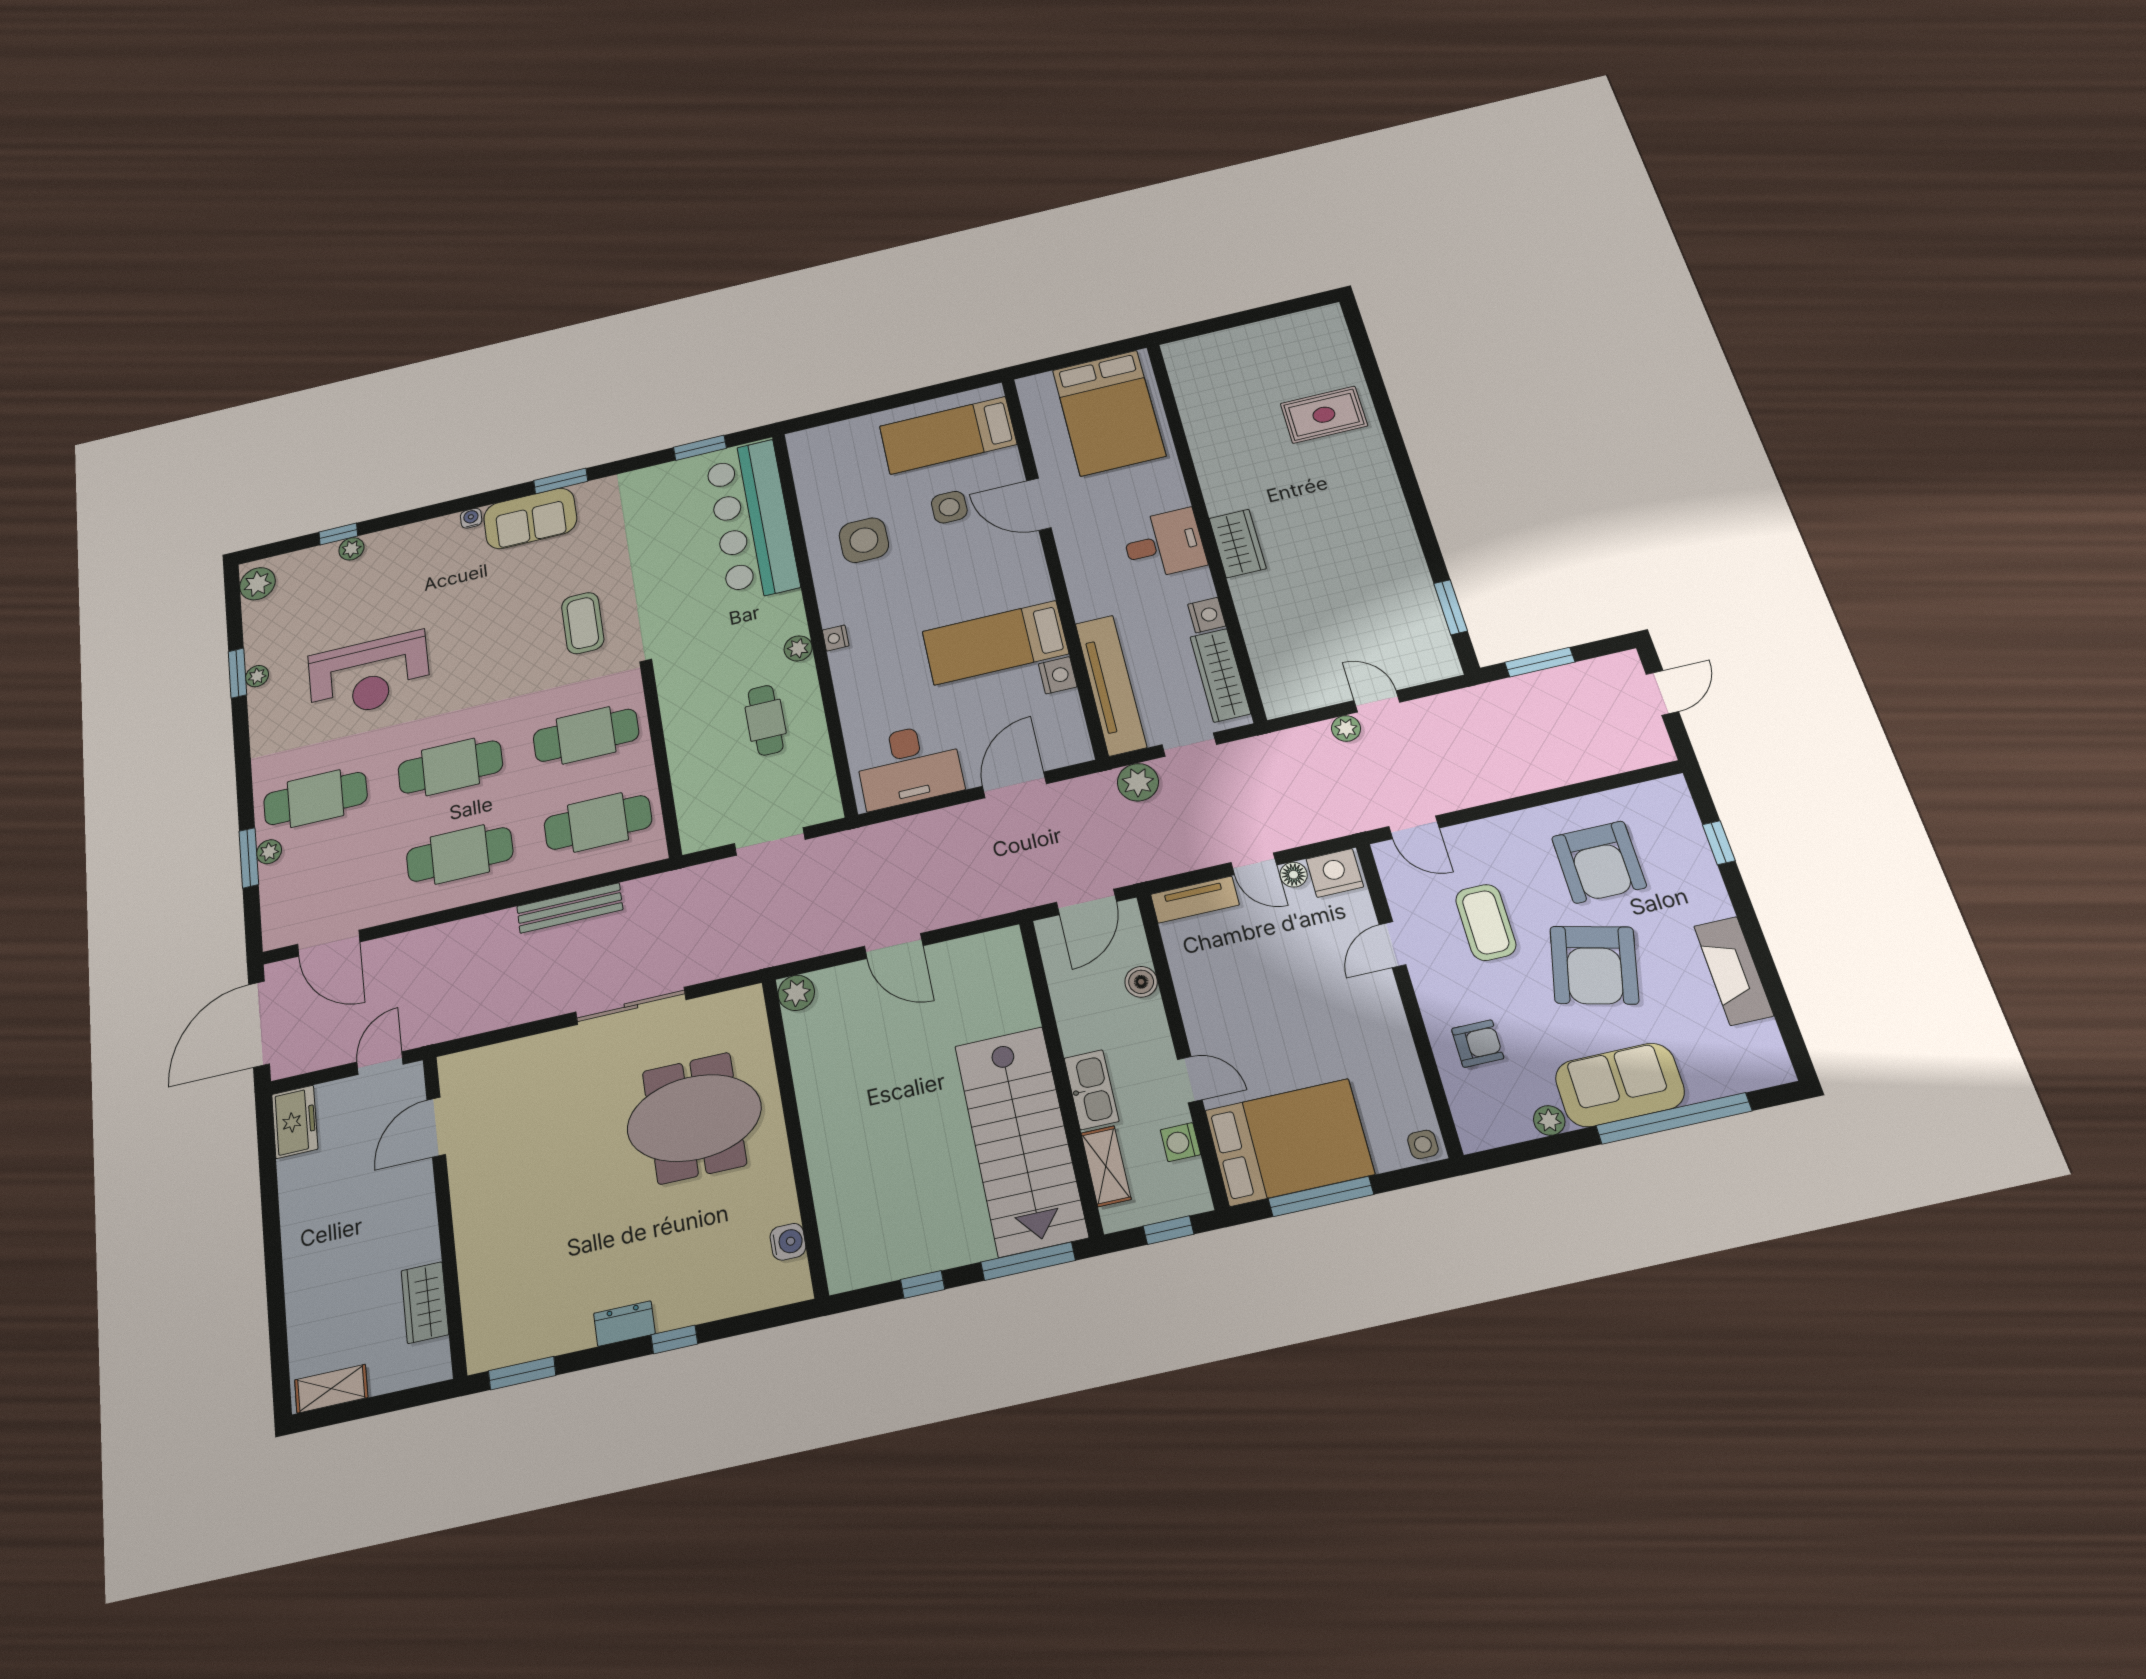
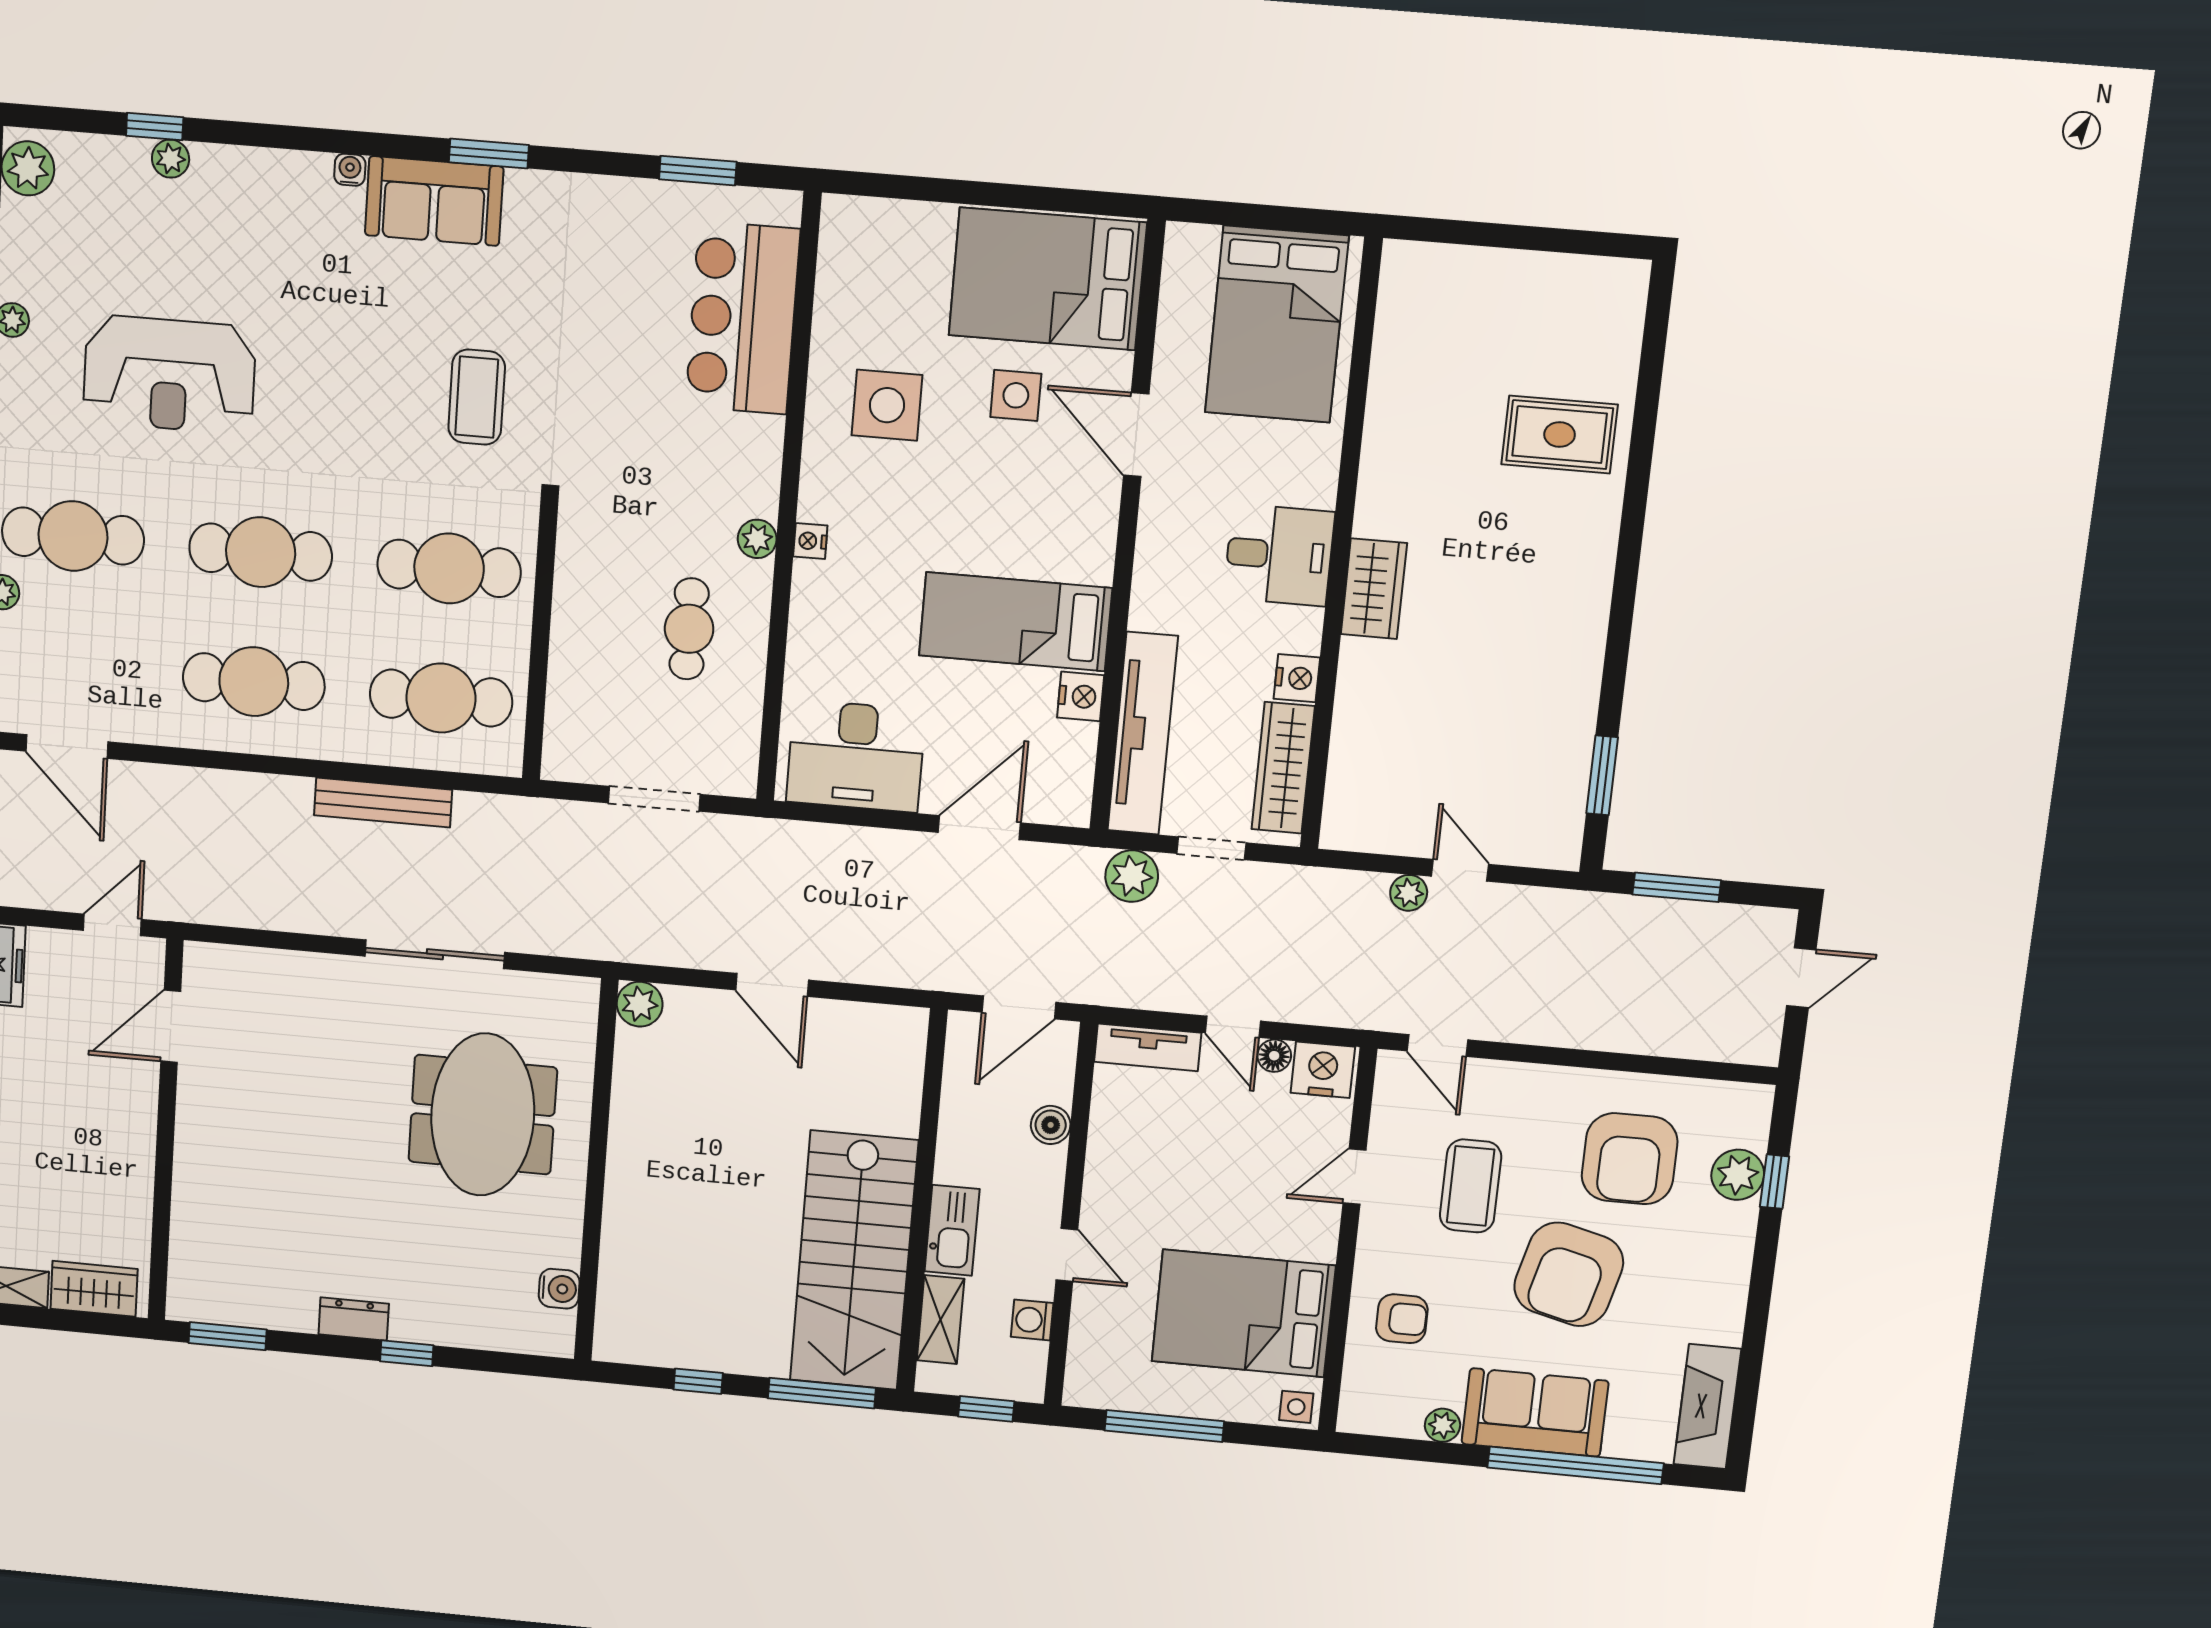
bed: (948, 435) -> (1048, 279), width x1.50
bar counter: (752, 520) -> (743, 318), width x0.73
plant: (1688, 847) -> (1738, 1175), added
fireplace: (1733, 971) -> (1707, 1407), moved
meeting table: (694, 1118) -> (483, 1115), turned 90
bed: (1289, 1142) -> (1244, 1313), moved, turned 180
wardrobe: (425, 1302) -> (94, 1289), moved, turned 90

